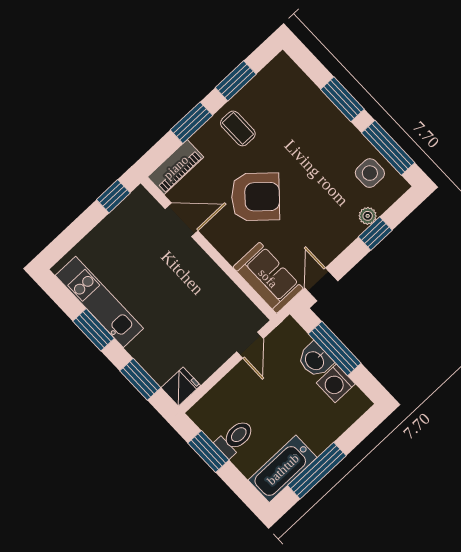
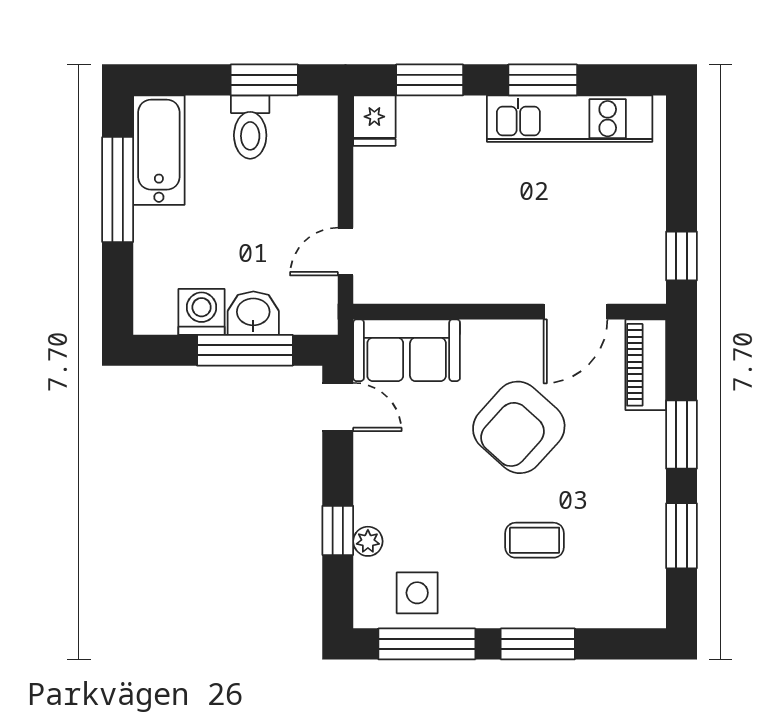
coffee table: (238, 128) -> (535, 540), moved
door: (250, 345) -> (346, 252), hinge flipped

